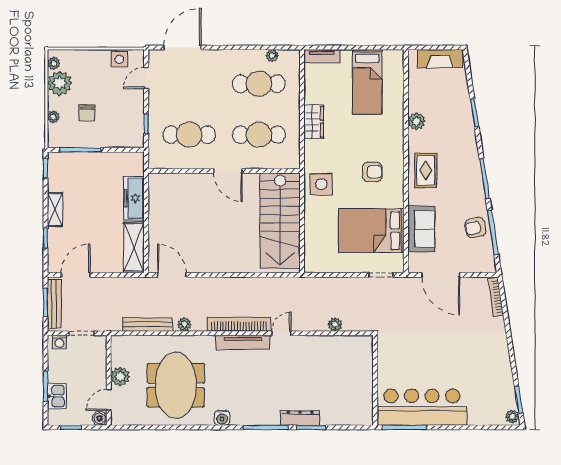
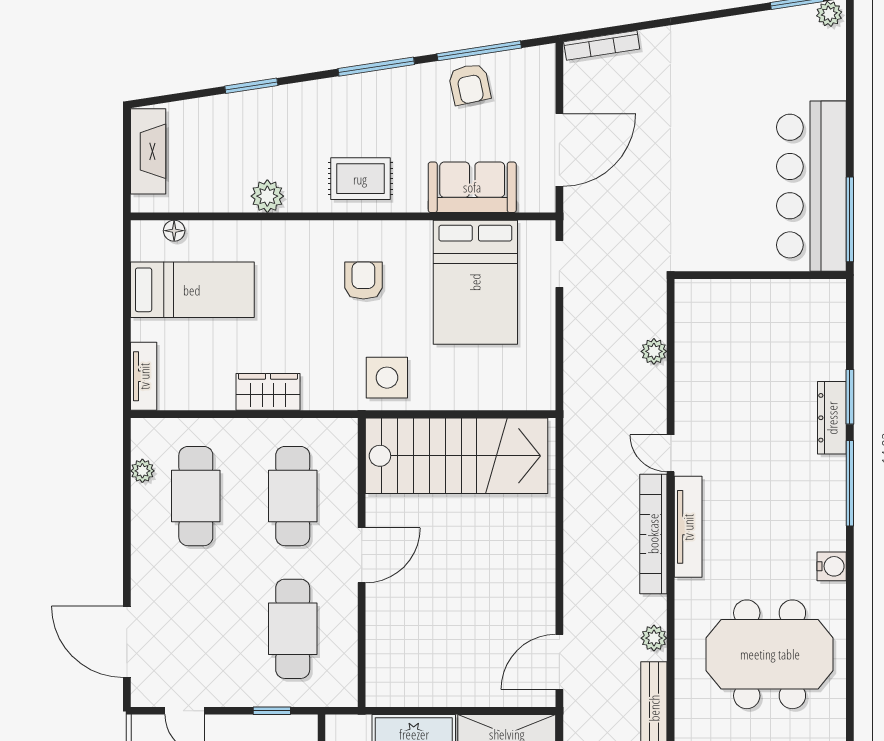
floor lamp: (398, 72) -> (174, 231), added

